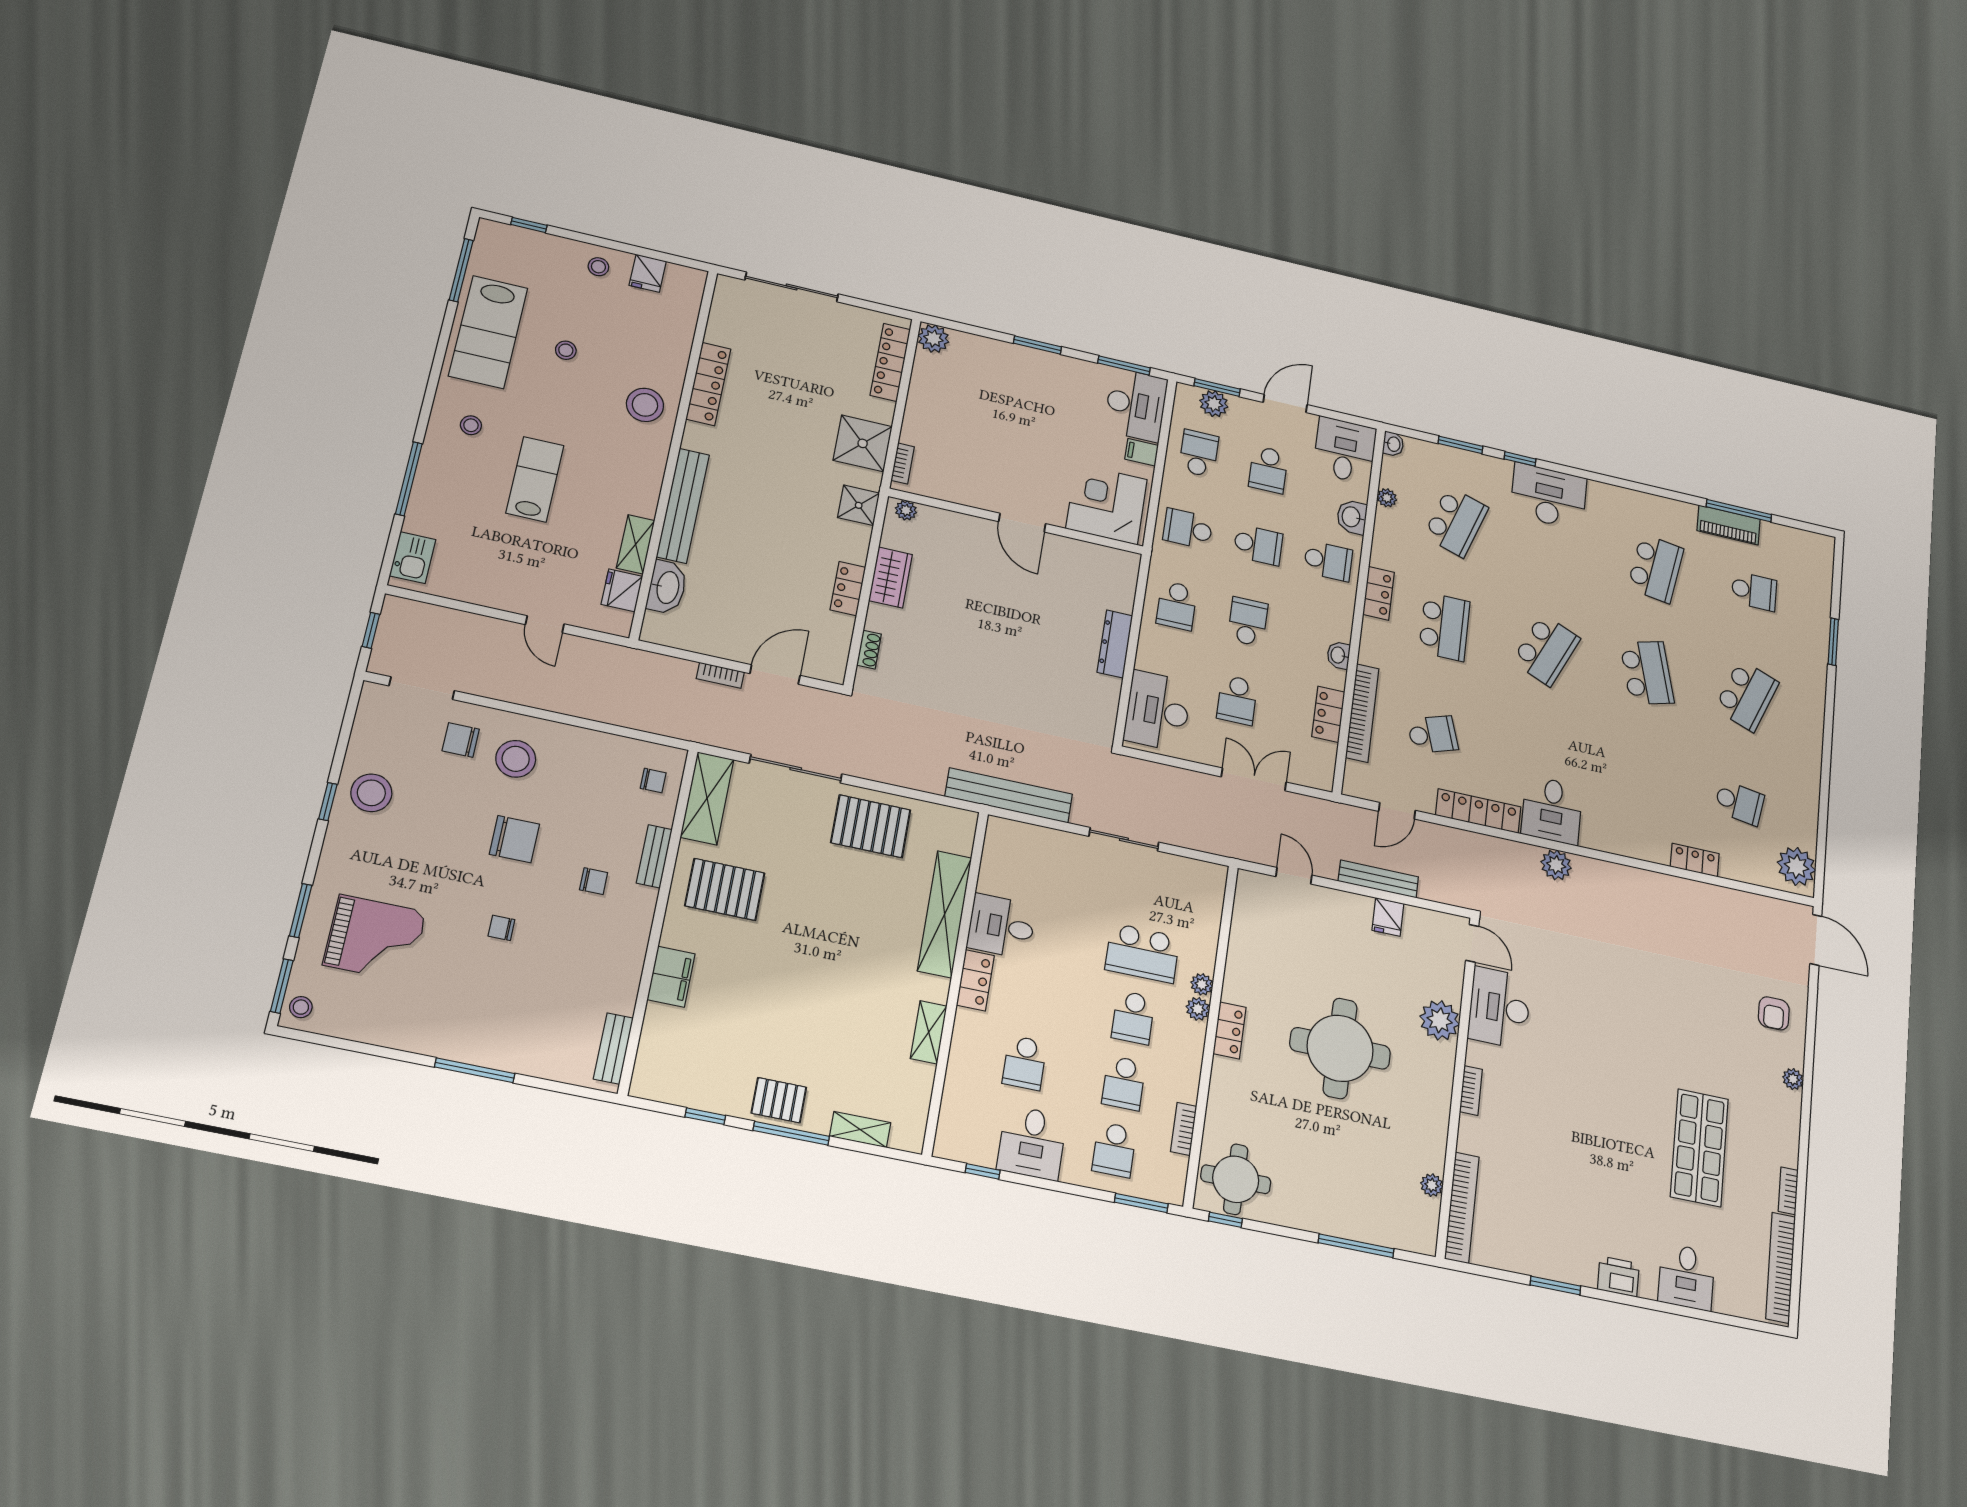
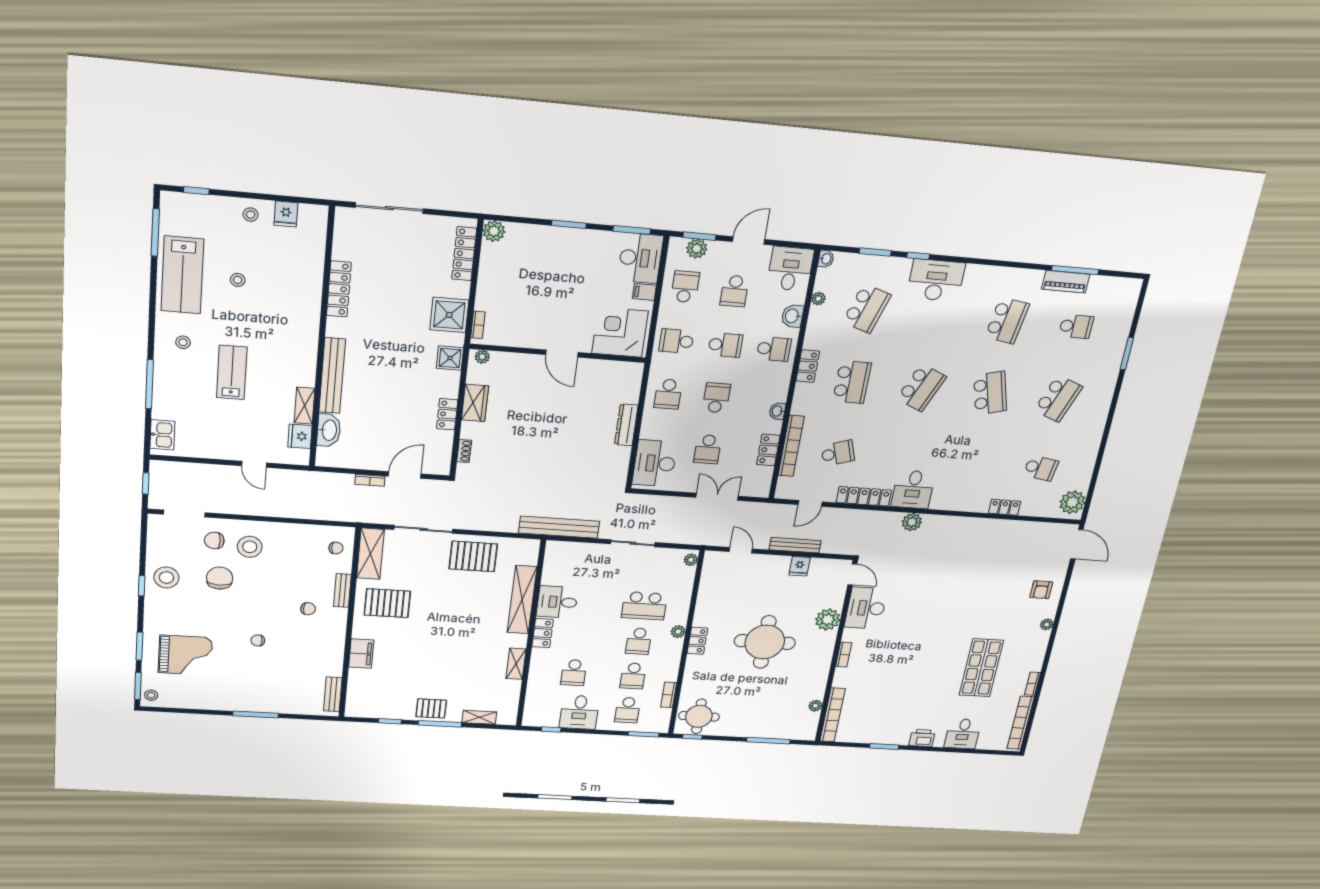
stool: (645, 405) -> (297, 310), removed
chair: (514, 839) -> (220, 578), moved, turned -90
plant: (1202, 984) -> (691, 560), moved

